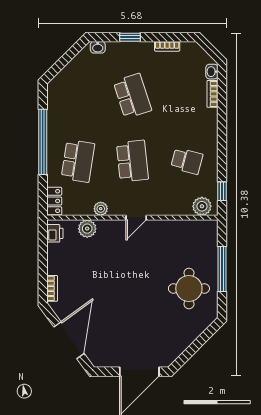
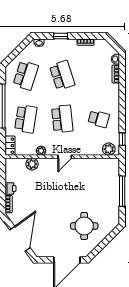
school desk: (78, 96) -> (26, 75), added
printer: (55, 233) -> (10, 189), moved
round table: (189, 288) -> (84, 226), moved

